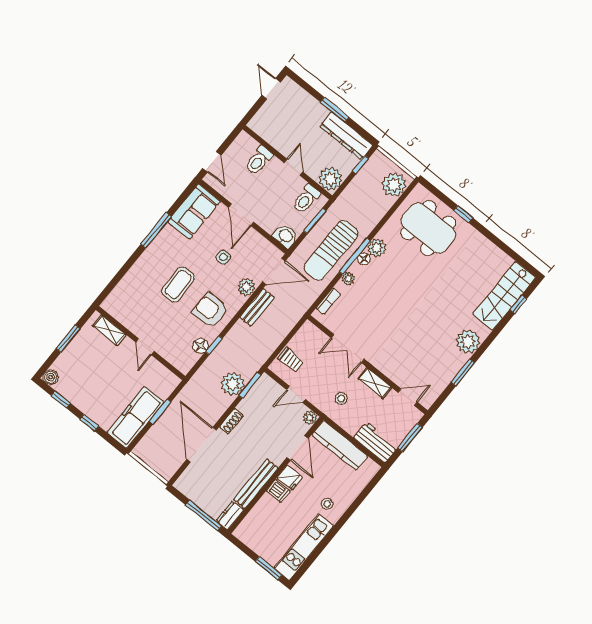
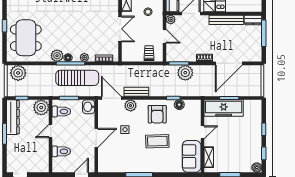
sofa: (194, 211) -> (192, 156), moved, turned -90
freezer: (136, 417) -> (224, 108), moved

